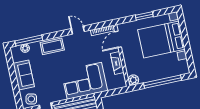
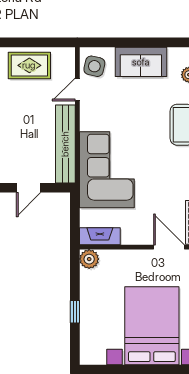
fireplace: (117, 63) -> (100, 236), moved
window: (163, 82) -> (75, 312), width x0.32

